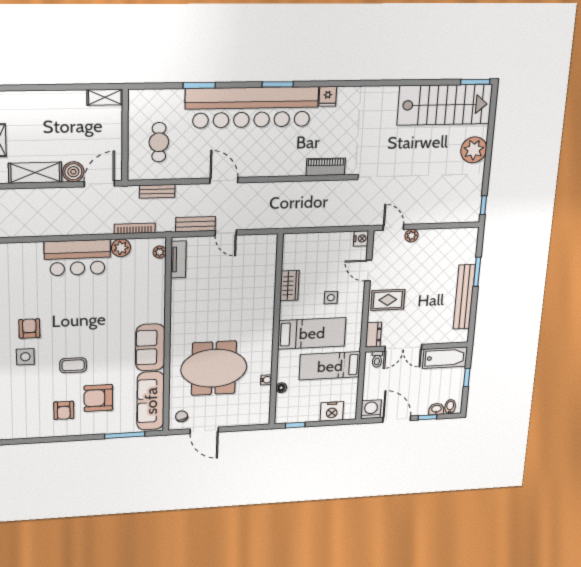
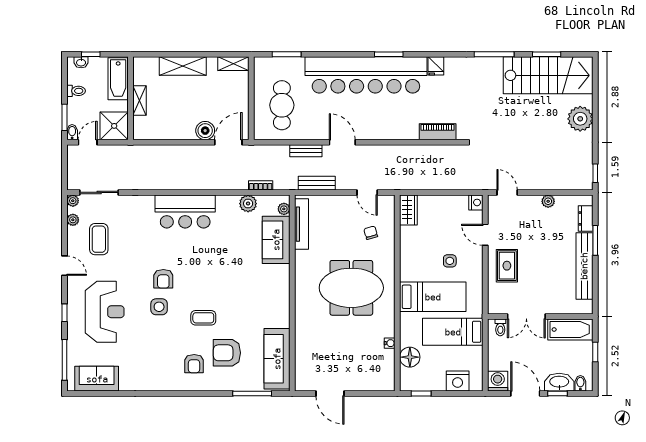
window: (475, 82) -> (547, 54), moved
window: (390, 83) -> (494, 54), added
window: (199, 85) -> (287, 54), moved
cafe table: (159, 142) -> (282, 105), width x1.37, depth x1.35
shelving: (35, 173) -> (183, 66), moved
bench: (157, 191) -> (306, 151), moved
bookcase: (135, 228) -> (261, 185), width x0.64
door: (226, 233) -> (367, 192), moved
plant: (411, 236) -> (548, 201), moved
bar counter: (77, 258) -> (185, 212), moved
tv unit: (178, 259) -> (301, 224), width x1.41
wardrobe: (289, 286) -> (408, 210), moved
rug: (388, 300) -> (507, 266), turned 90
armchair: (29, 328) -> (163, 279), turned 180
dresser: (373, 335) -> (586, 218), moved, turned 180
sofa: (150, 347) -> (276, 240), moved
meeting table: (214, 368) -> (351, 288), moved
floor lamp: (281, 388) -> (410, 357), width x1.89, depth x1.89
washbasin: (436, 409) -> (559, 382), width x1.91, depth x1.45
chair: (182, 416) -> (371, 233), moved

